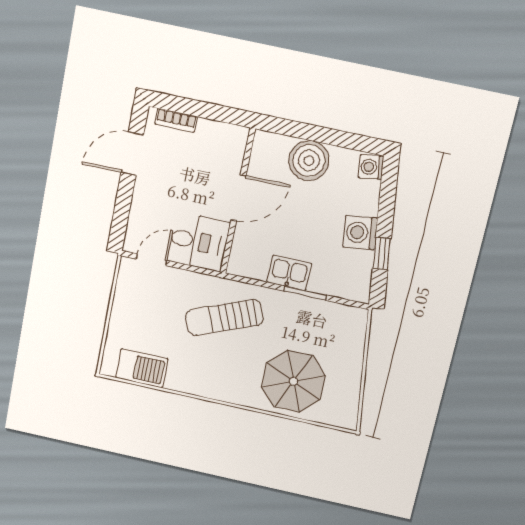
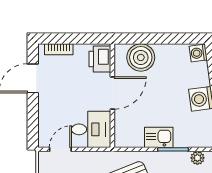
printer: (231, 146) -> (100, 59), added
boiler: (309, 160) -> (141, 57), moved
plant: (336, 312) -> (197, 158), added

